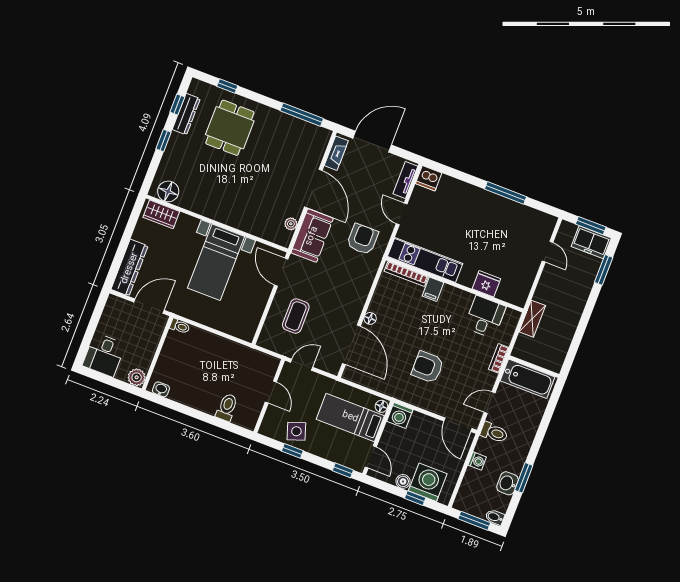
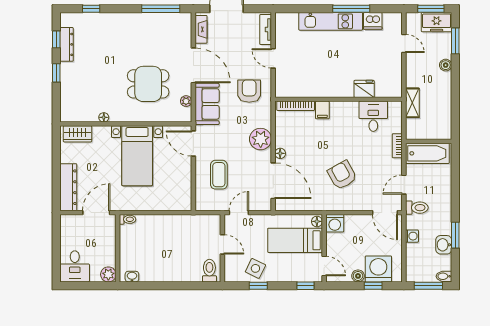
dining table: (230, 128) -> (148, 84), moved, turned 90
dishwasher: (429, 178) -> (373, 21), moved
floor lamp: (168, 191) -> (104, 117), moved, width x0.53, depth x0.53
kitchen unit: (425, 260) -> (331, 21), moved, turned 180
boiler: (583, 292) -> (446, 65), added
plant: (355, 295) -> (261, 139), added
armchair: (428, 367) -> (342, 175), turned 61
toilet: (227, 407) -> (209, 271), moved
side table: (296, 431) -> (255, 268), turned 45

